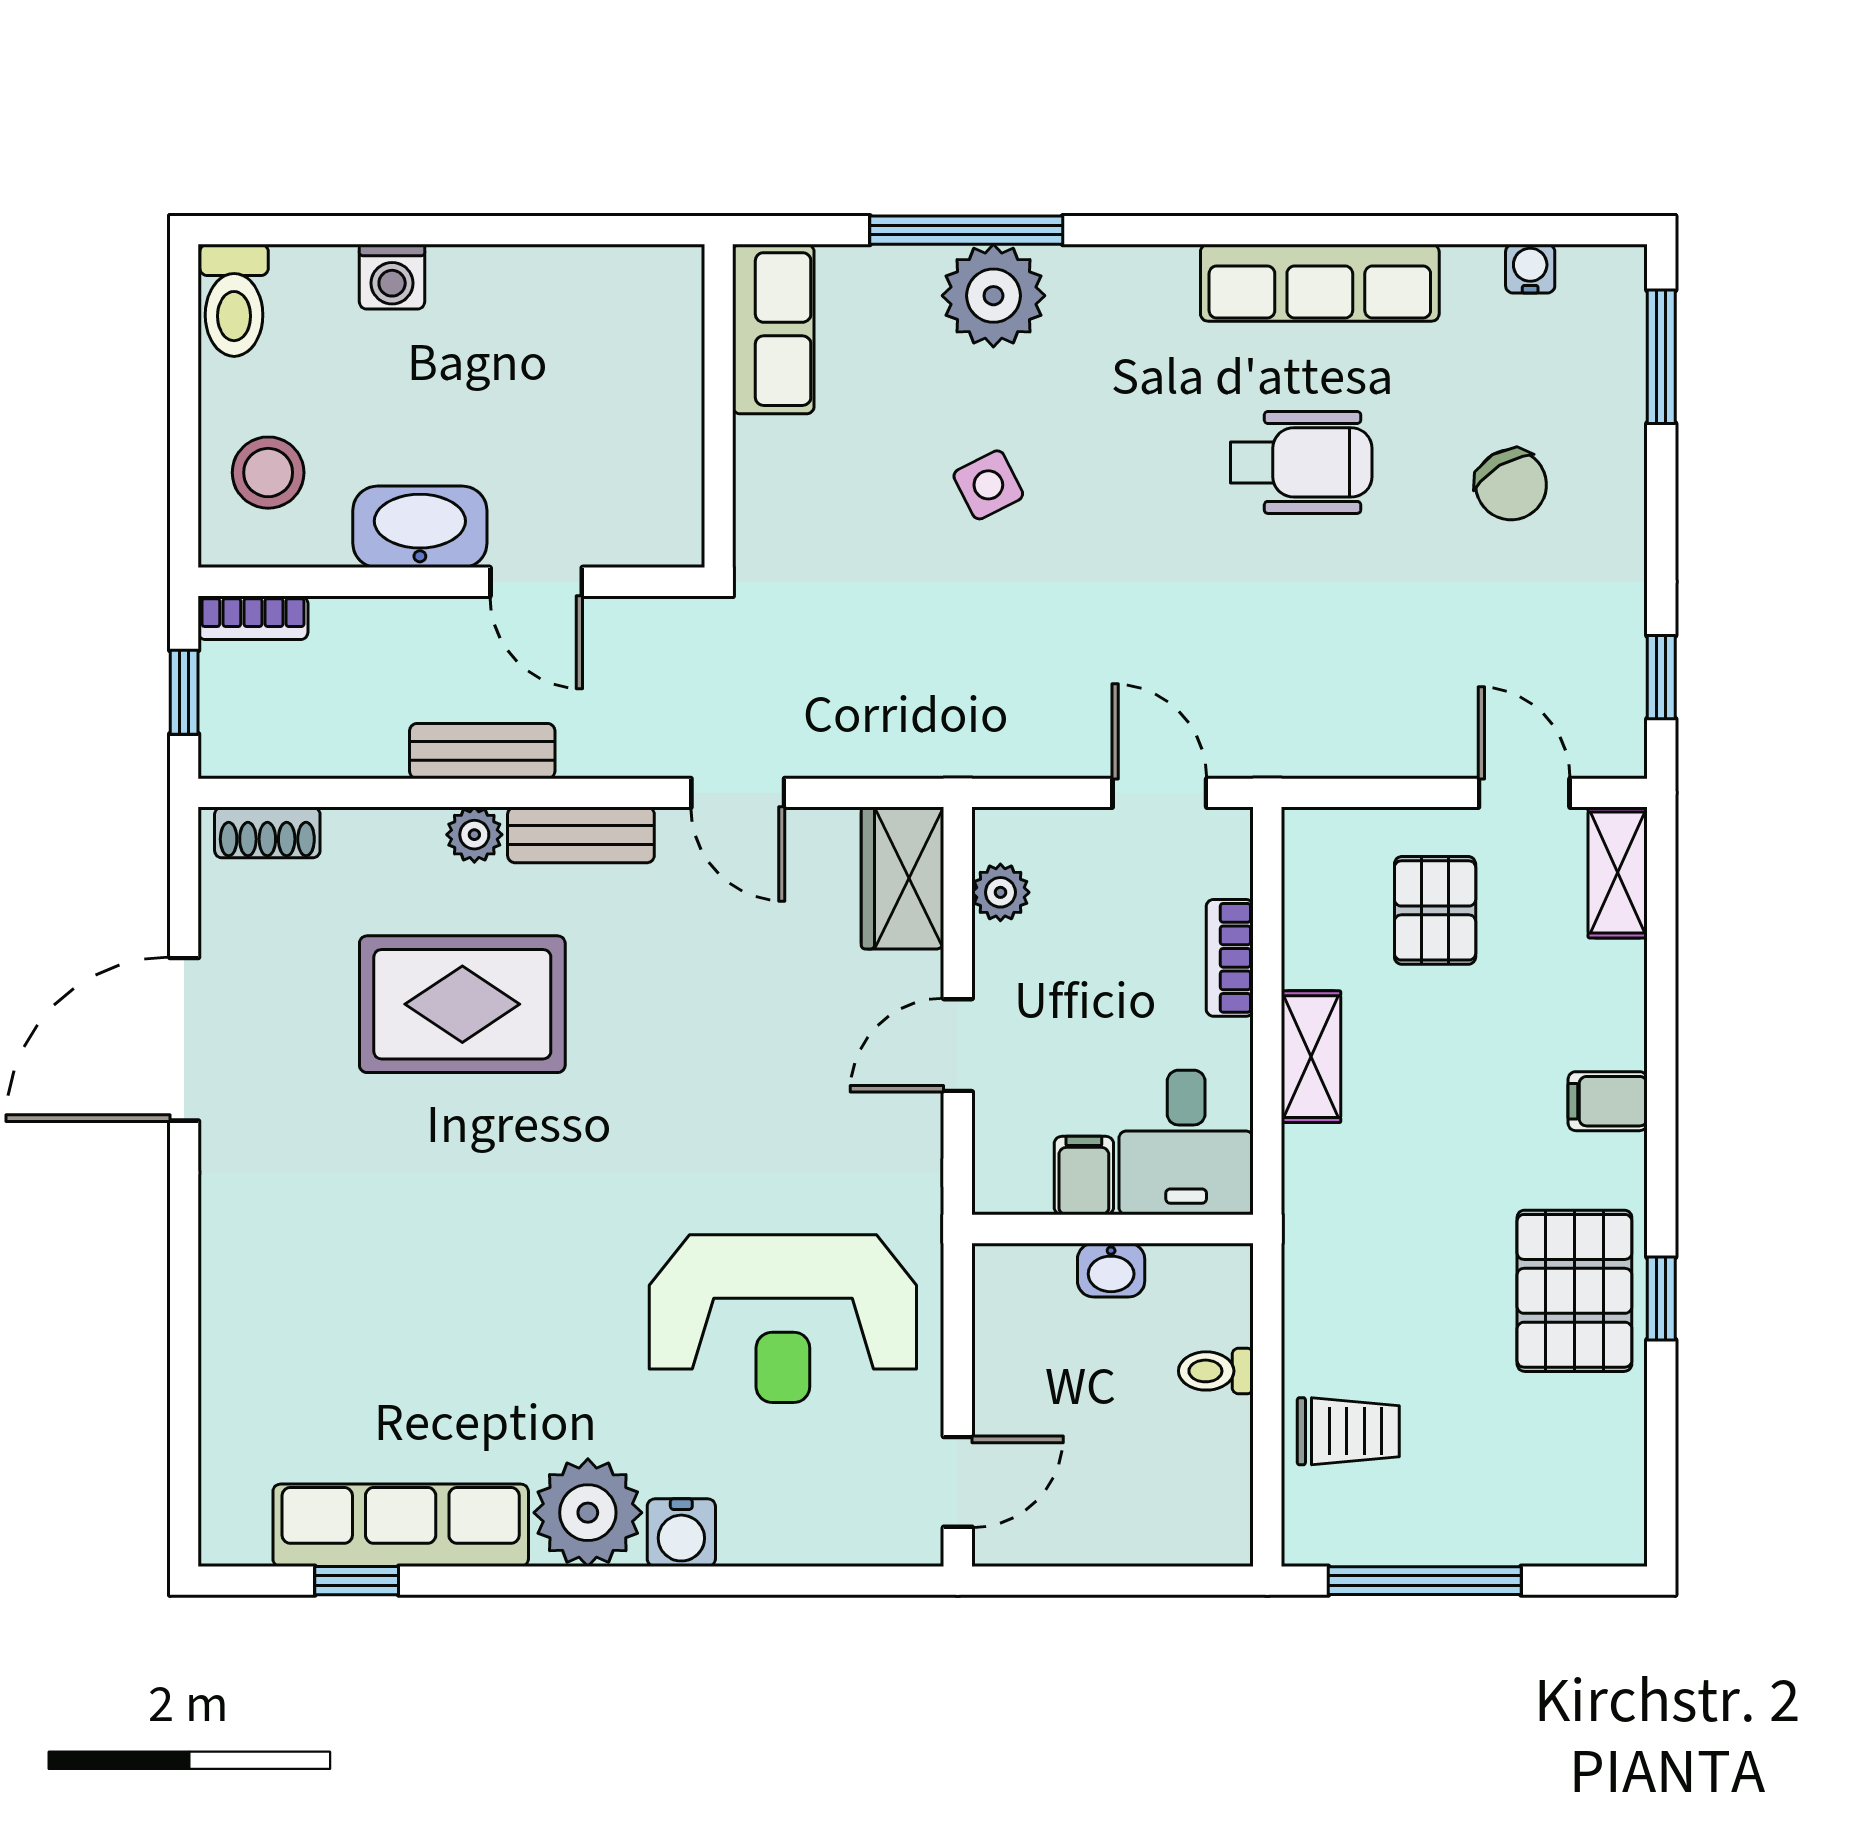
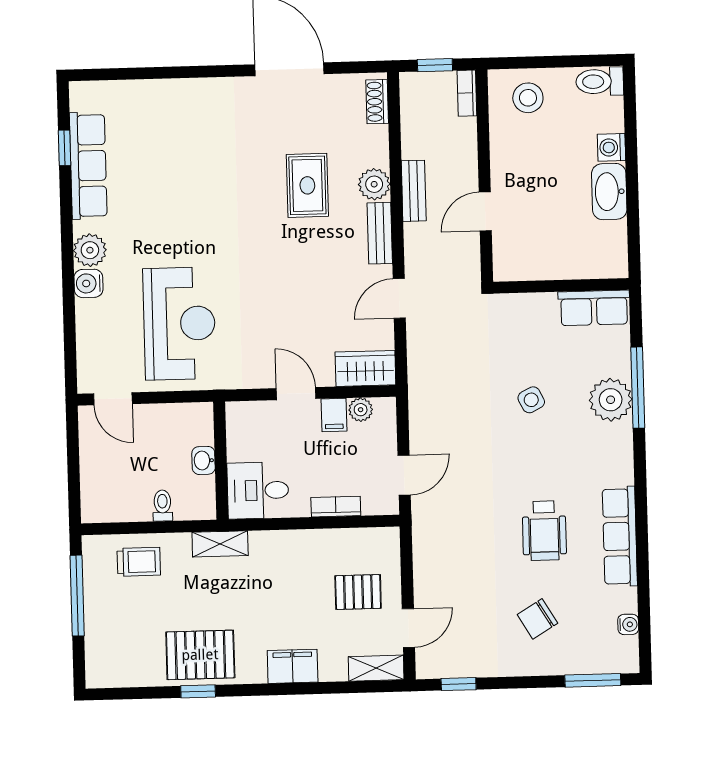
washbasin: (420, 527) -> (609, 192), moved, turned 180
plant: (474, 835) -> (374, 184), width x1.38, depth x1.38
rug: (462, 1004) -> (307, 185), width x0.73, depth x0.70
shelving: (1311, 1057) -> (220, 544), moved
filing cabinet: (1608, 1101) -> (293, 666), width x2.00
filing cabinet: (1084, 1176) -> (334, 415), moved, turned 90
reception desk: (783, 1319) -> (179, 323), turned 180
trolley: (1348, 1431) -> (139, 562), turned -90
plant: (588, 1513) -> (90, 250), width x0.73, depth x0.73

